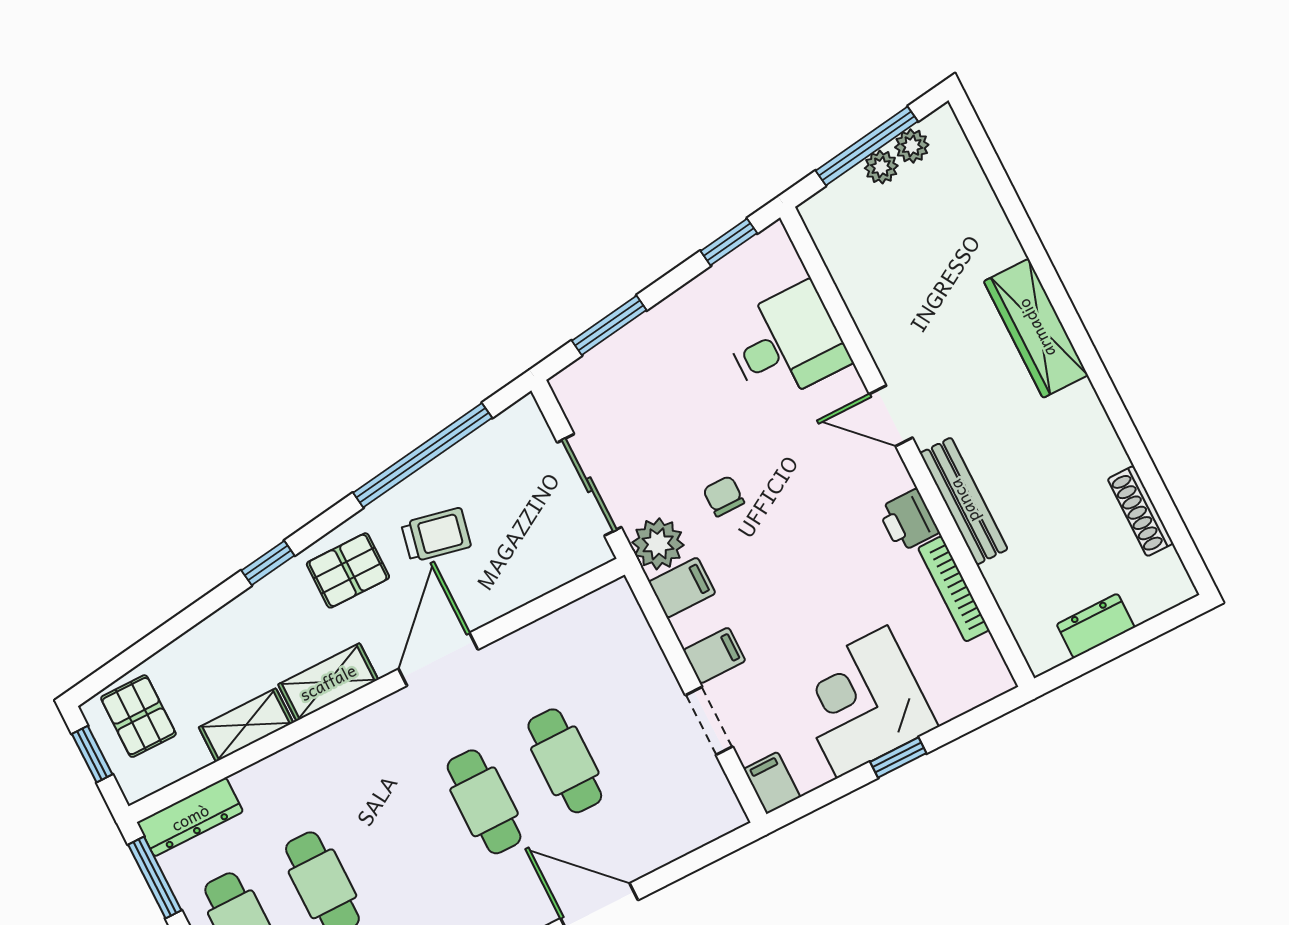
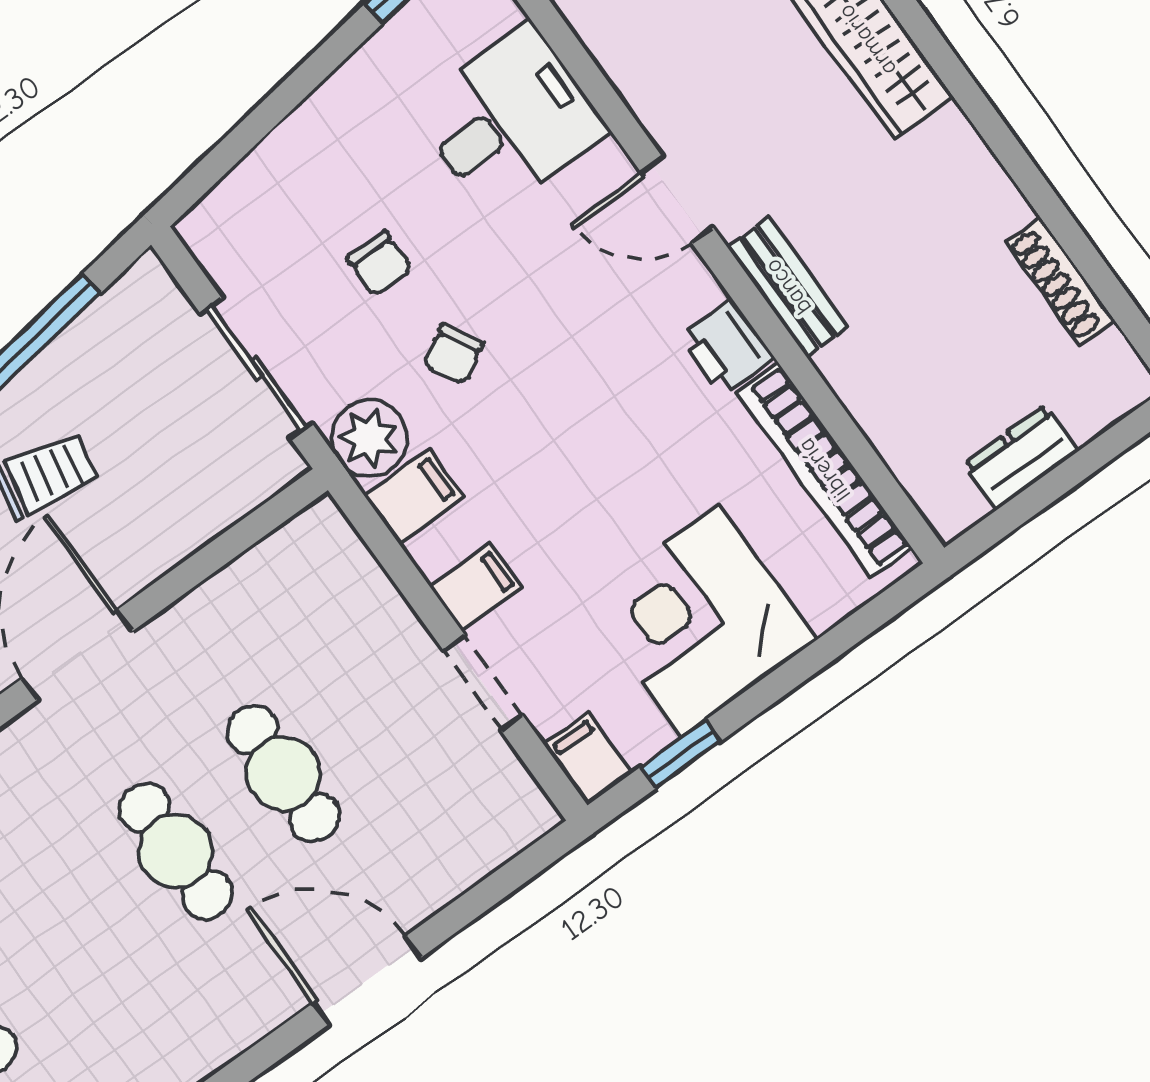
window: (609, 325) -> (249, 133), removed
chair: (683, 427) -> (380, 264), added
chair: (724, 496) -> (453, 354), turned -119
bench: (964, 501) -> (788, 287), width x0.73
bookcase: (954, 589) -> (824, 470), width x1.48, depth x1.31
window: (898, 758) -> (681, 754), moved

